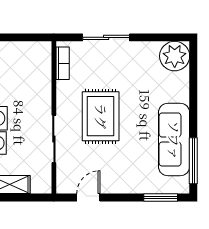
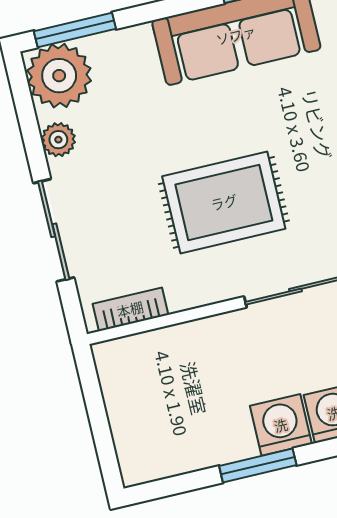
plant: (146, 49) -> (58, 140), added
window: (193, 68) -> (75, 30), added

